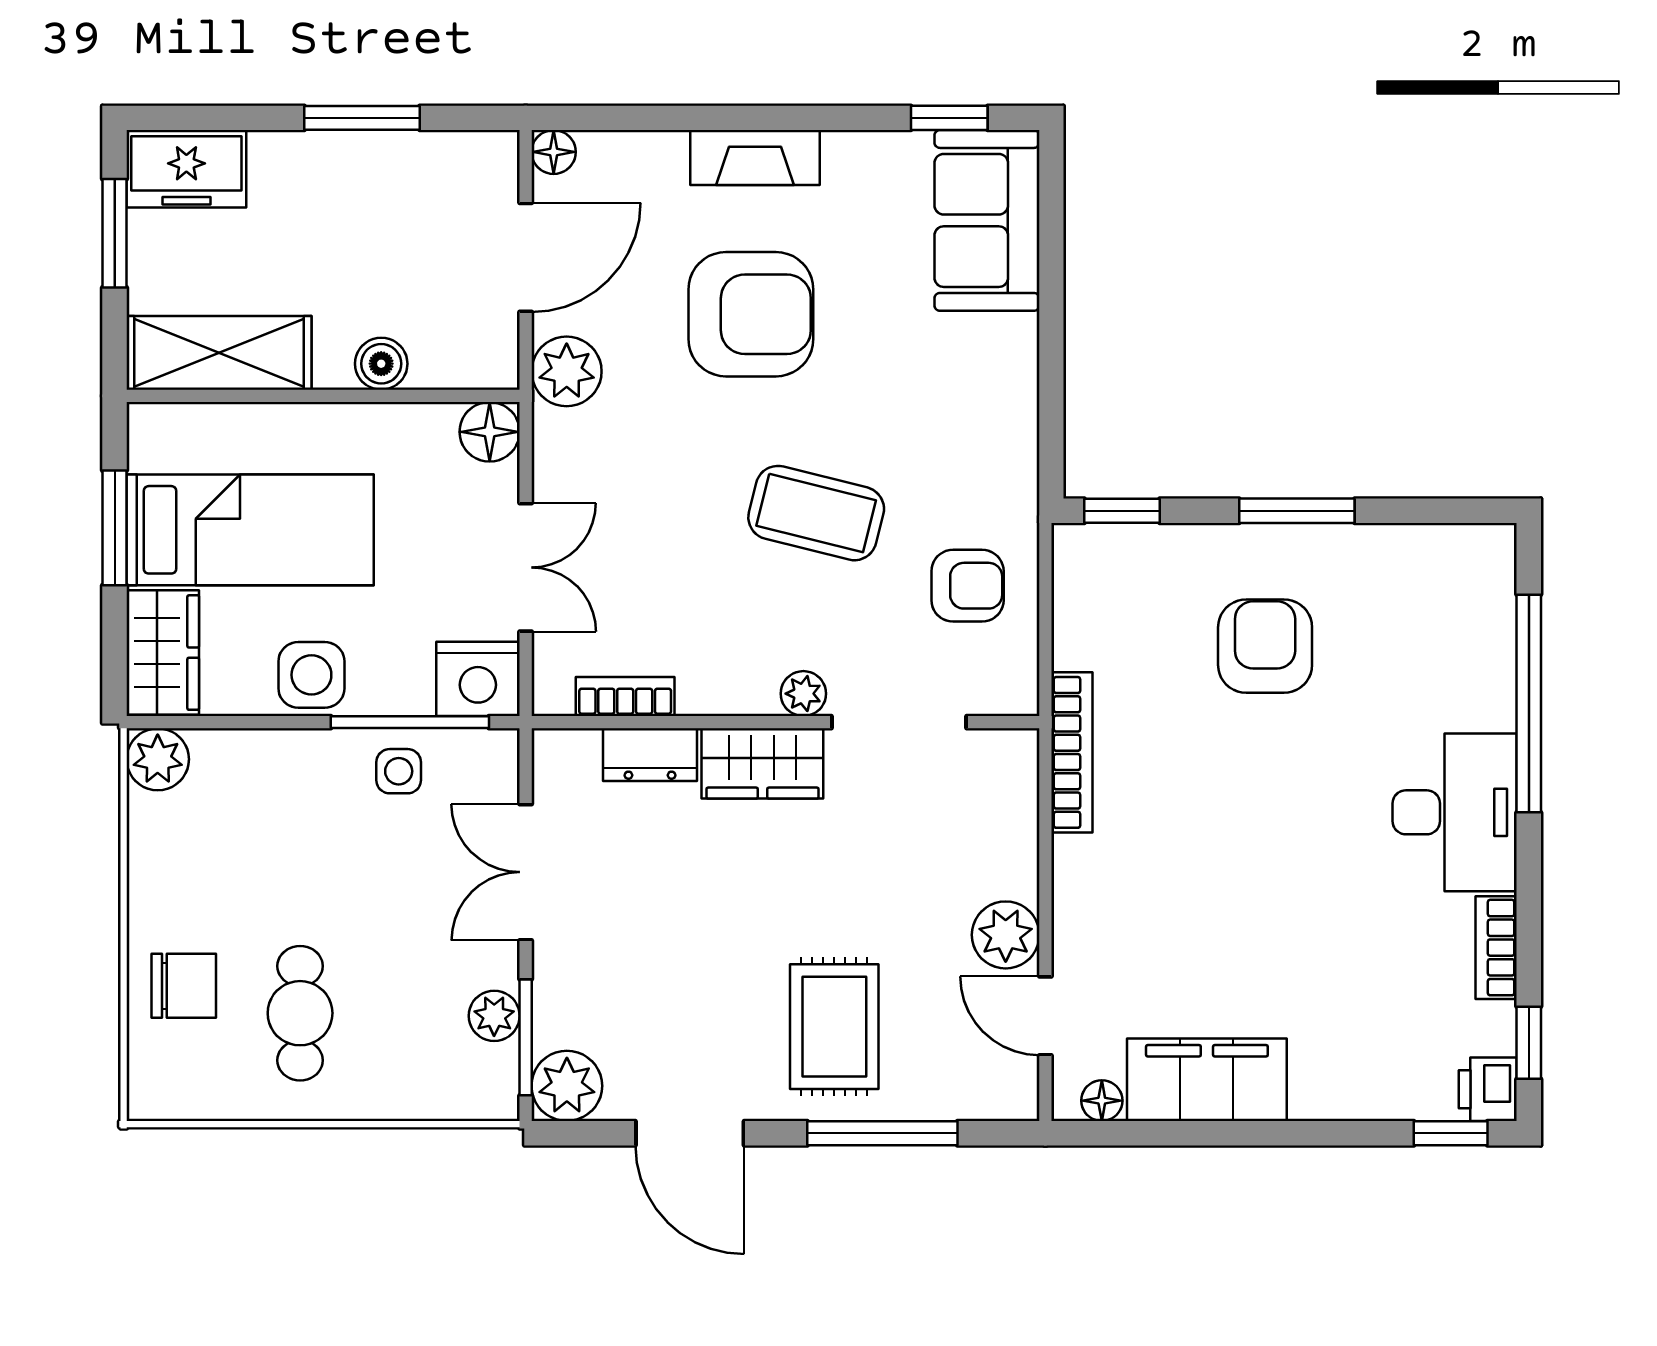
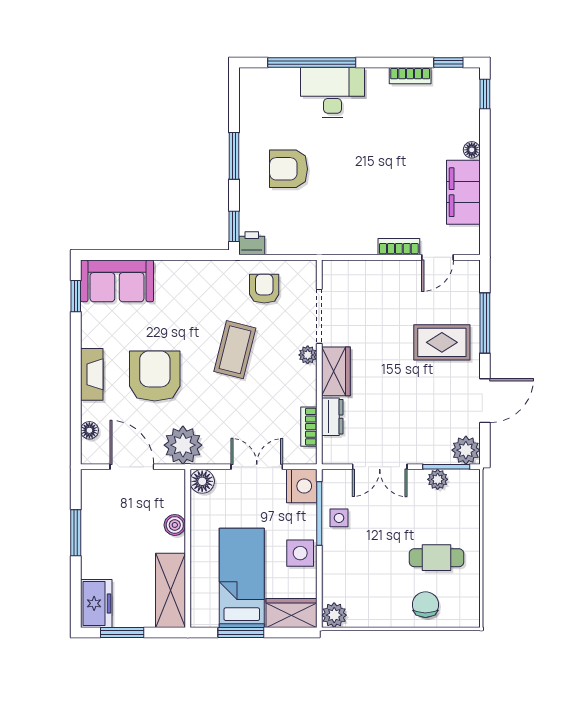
floor lamp: (554, 152) -> (89, 430), moved
plant: (567, 371) -> (183, 445), width x1.36, depth x1.36
bookcase: (1072, 752) -> (399, 247), moved, width x0.64
desk: (1455, 812) -> (332, 92), moved
plant: (1006, 935) -> (405, 273), removed
printer: (1488, 1089) -> (252, 243), moved, turned 180
floor lamp: (1102, 1101) -> (472, 150), moved

